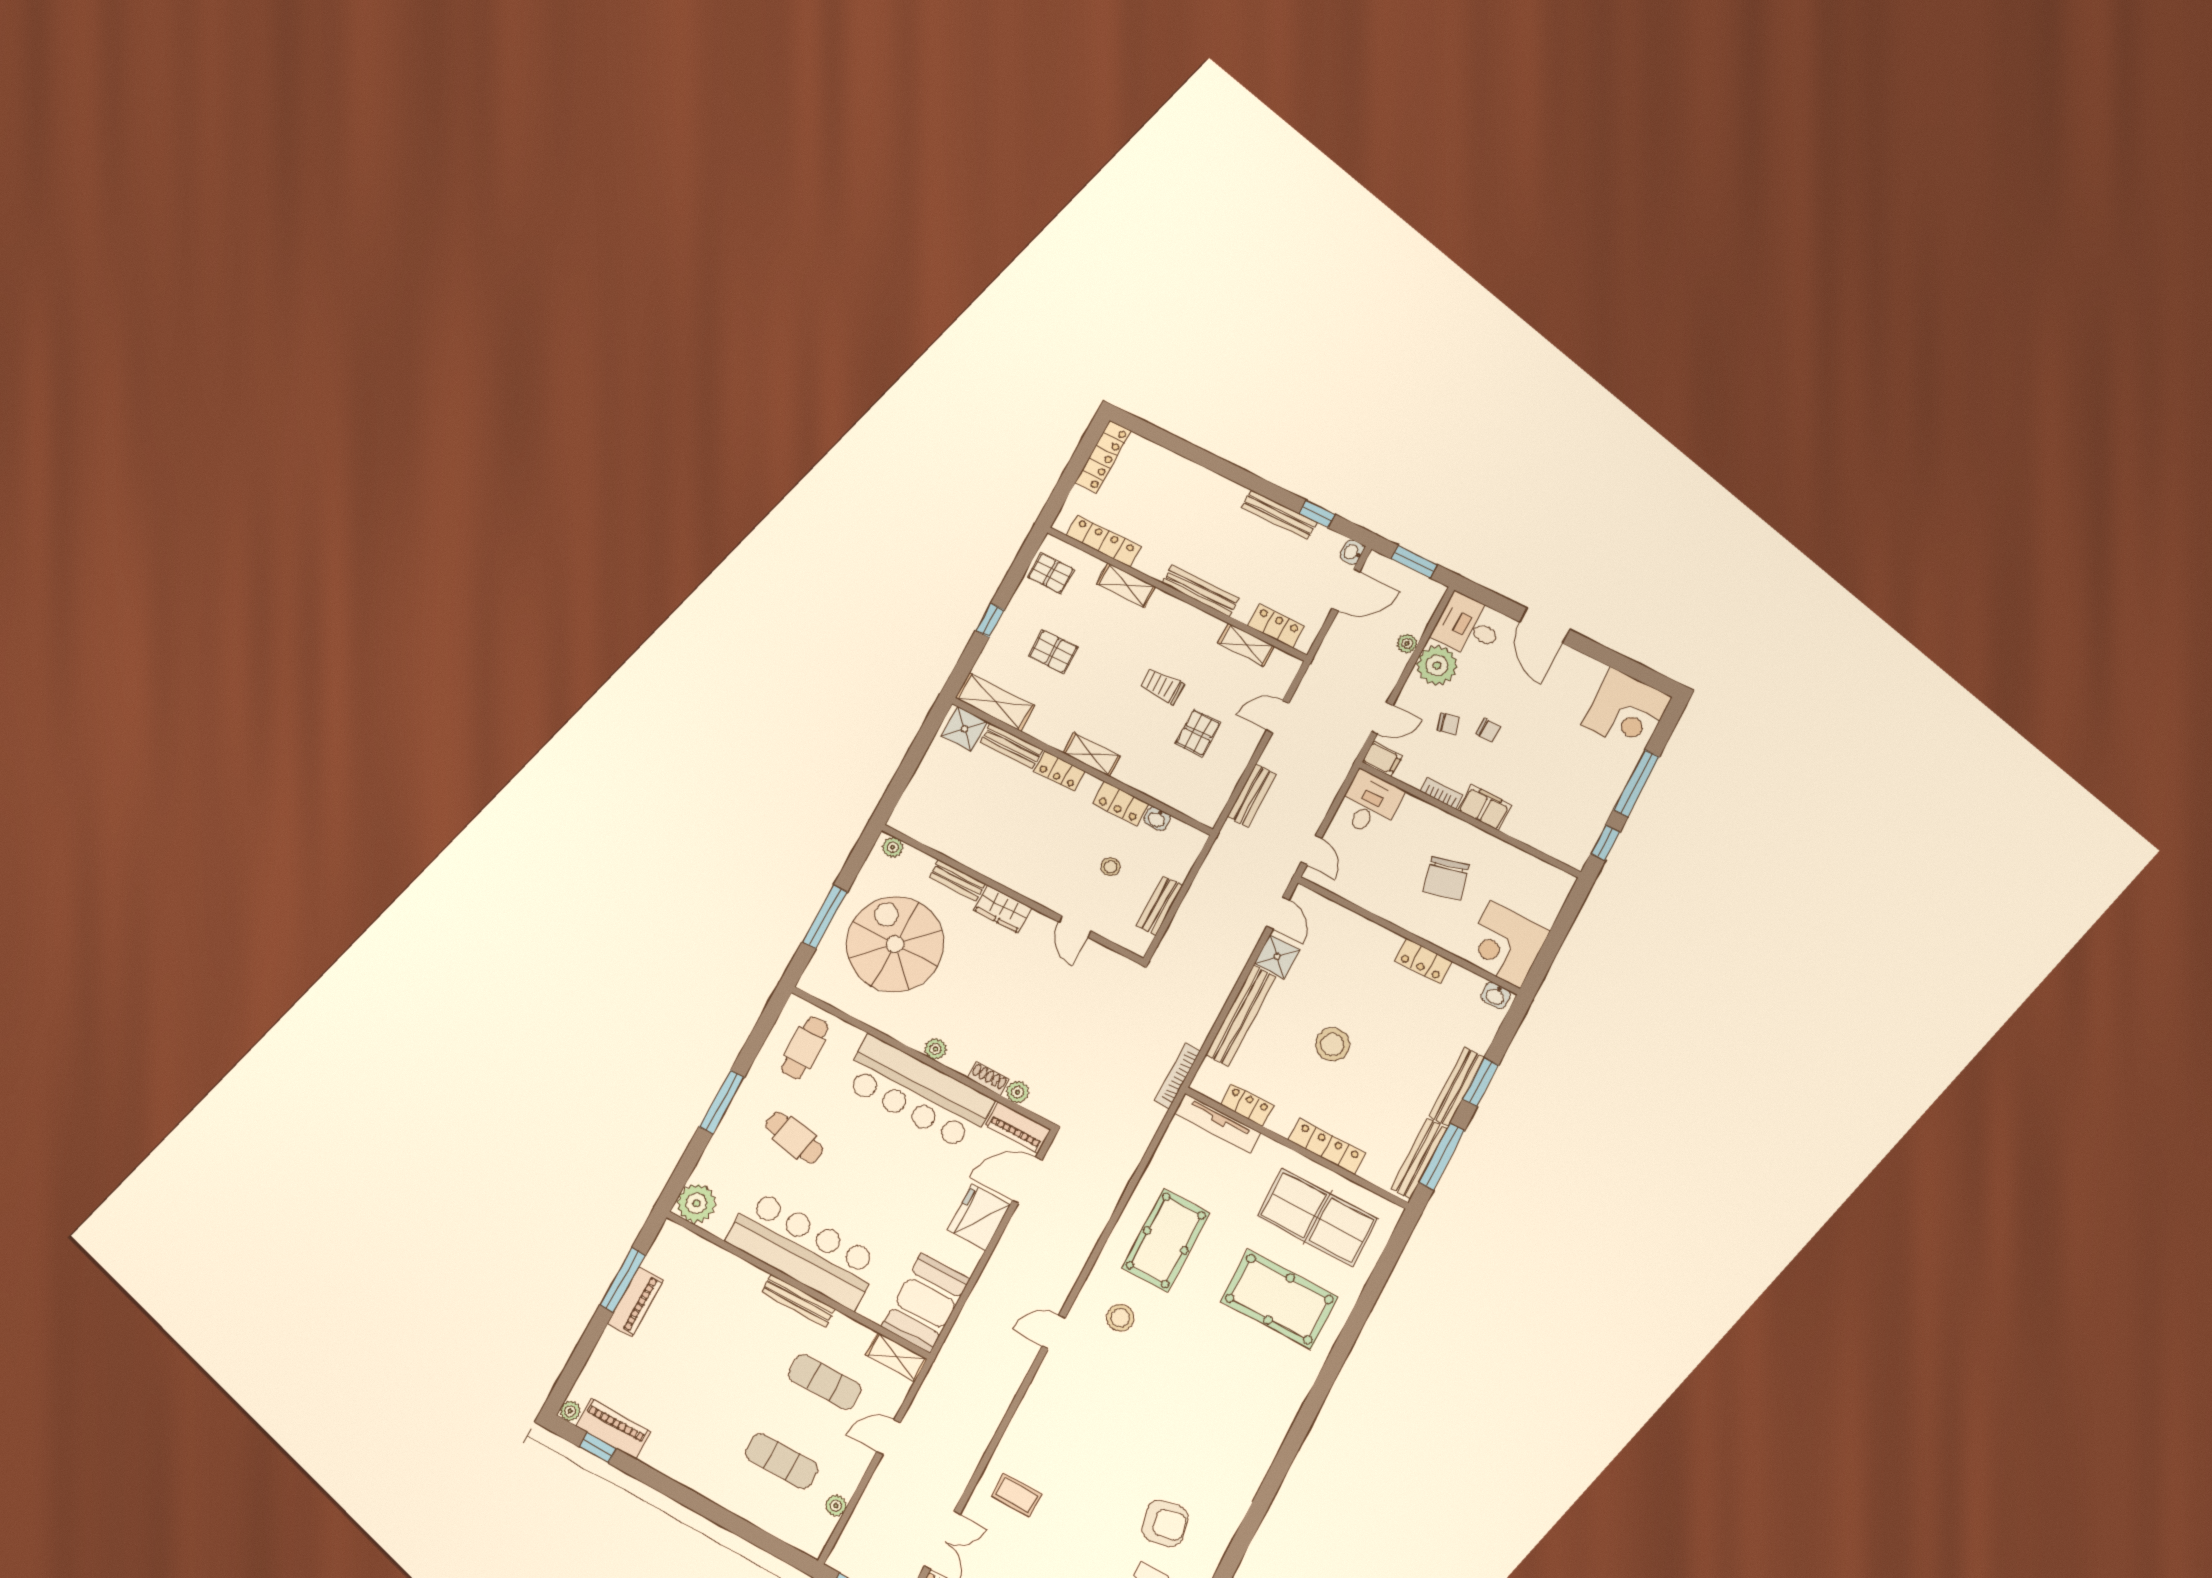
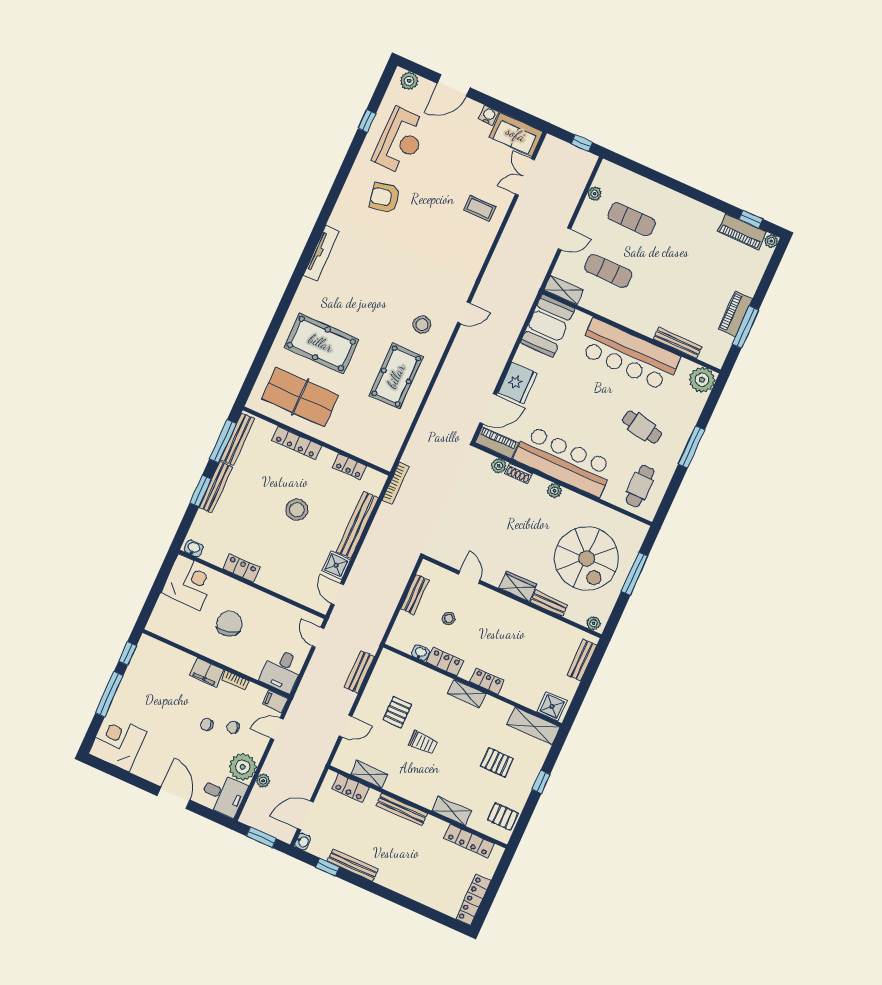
bench: (1011, 746) -> (582, 660), moved, turned 90
tv unit: (1217, 1123) -> (321, 253), moved, turned 90
bench: (798, 1301) -> (678, 343), moved

